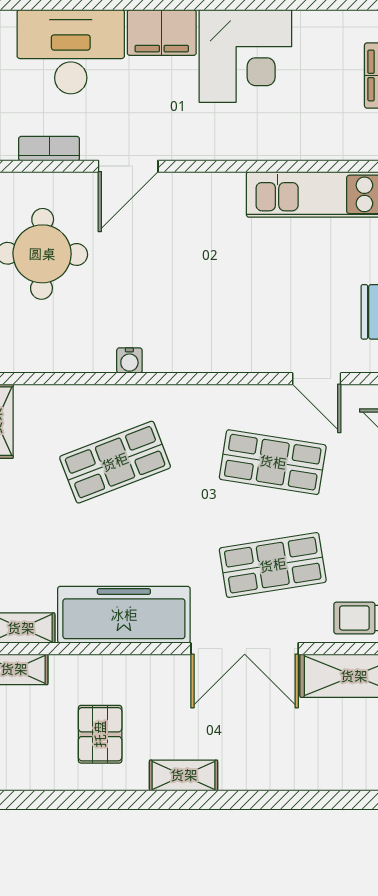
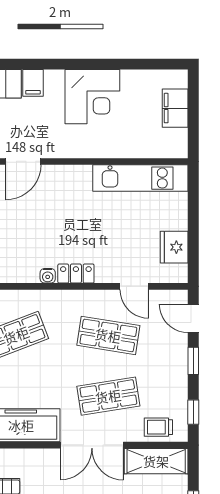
filing cabinet: (162, 33) -> (33, 83), width x0.50
locker: (218, 357) -> (76, 274), added
water cooler: (129, 361) -> (48, 276), moved

